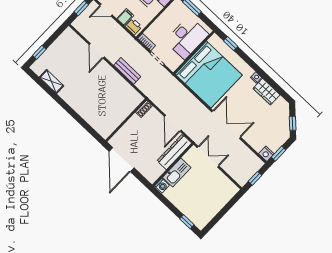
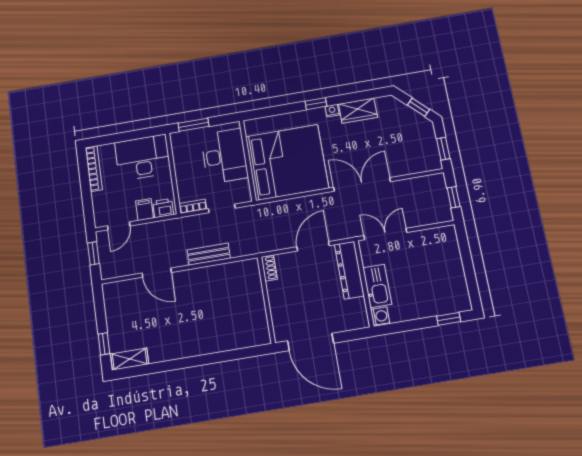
window: (231, 44) -> (316, 104), moved
shelving: (52, 81) -> (130, 359), moved
door: (173, 123) -> (313, 246), swing flipped
nightstand: (266, 154) -> (433, 163), removed

